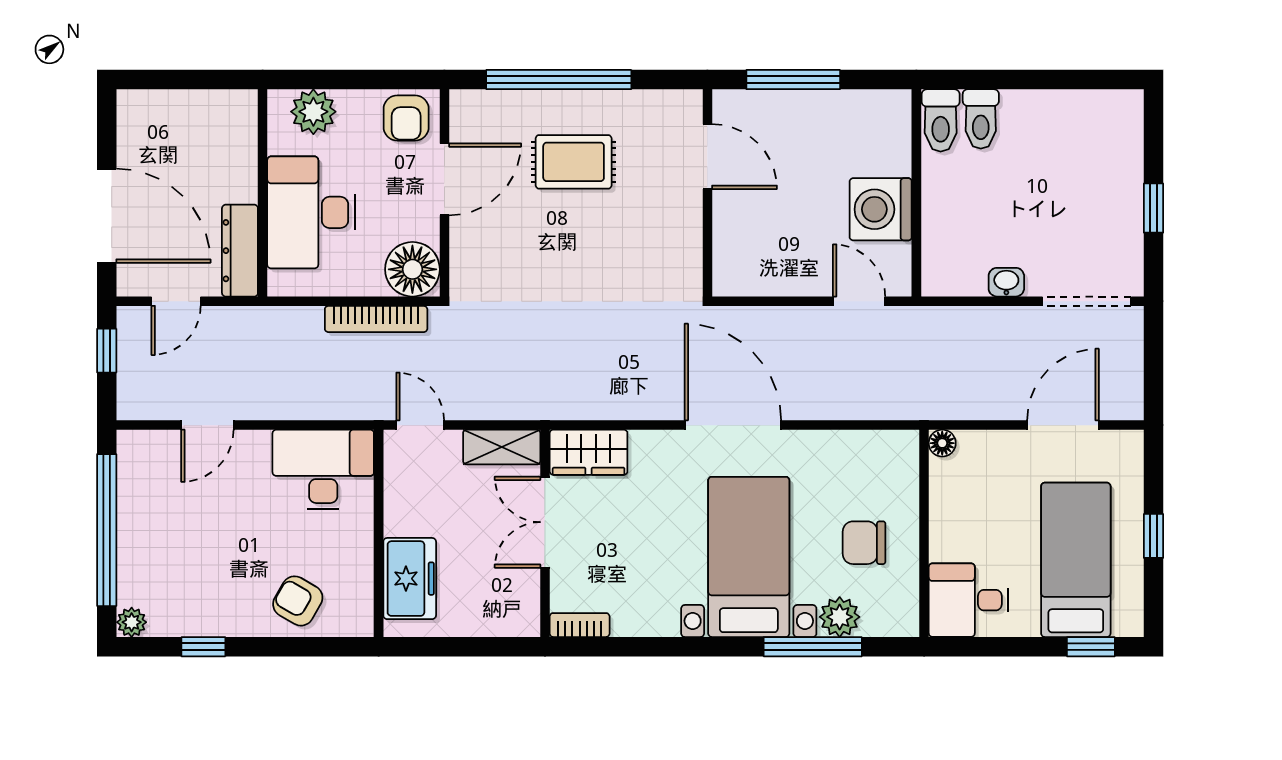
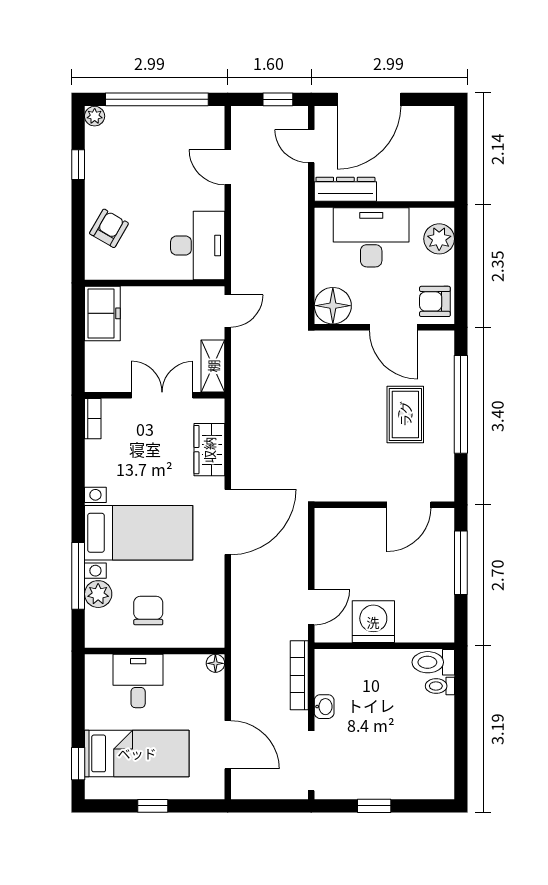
toilet: (981, 119) -> (440, 686), width x0.73, depth x0.72
bookcase: (376, 319) -> (299, 675), moved
wardrobe: (589, 452) -> (209, 450), moved
freezer: (410, 579) -> (102, 313), moved, turned -90
desk: (968, 600) -> (138, 681), moved

